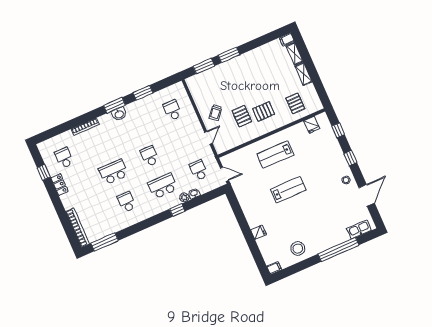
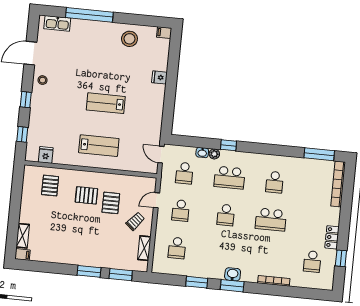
shelving: (304, 74) -> (144, 248), moved
school desk: (186, 140) -> (181, 211), added

